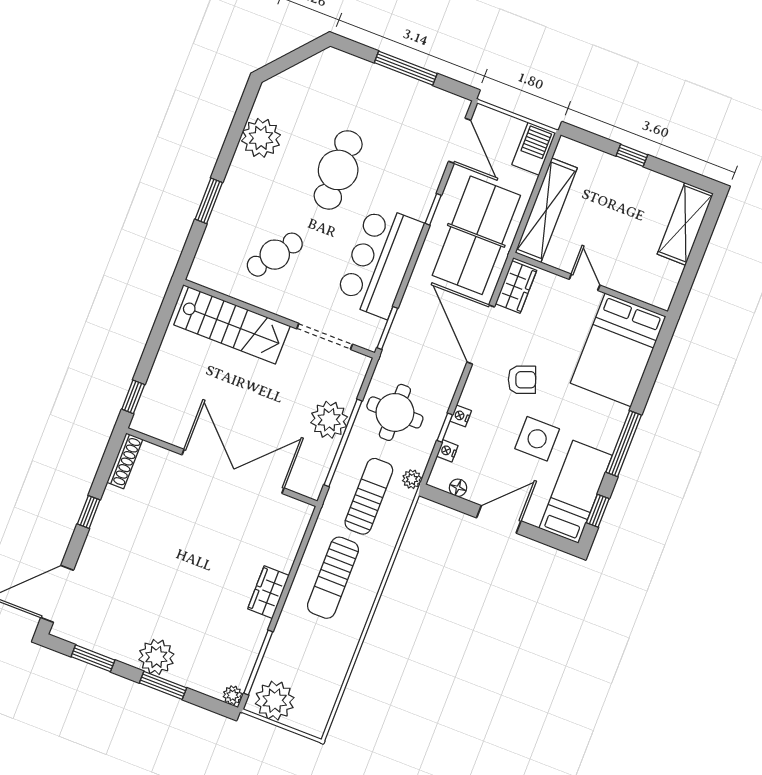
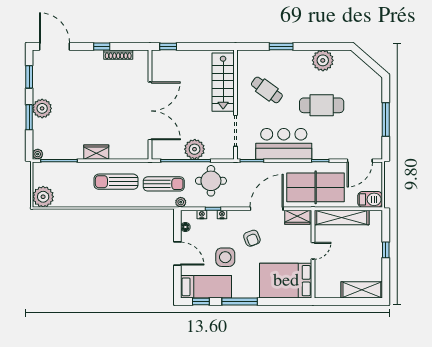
shoe rack: (125, 461) -> (118, 55), moved
plant: (275, 701) -> (43, 197), moved

